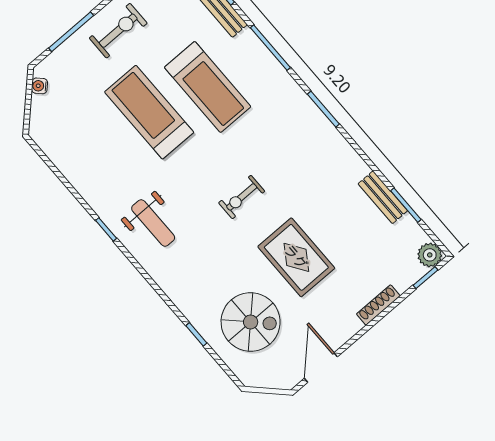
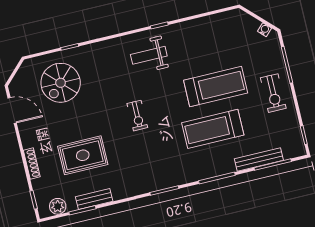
exercise bike: (242, 197) -> (137, 116), turned 180
plant: (430, 255) -> (58, 206), moved
rug: (296, 257) -> (83, 155), moved

